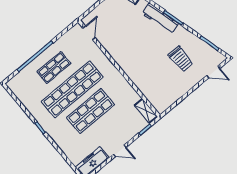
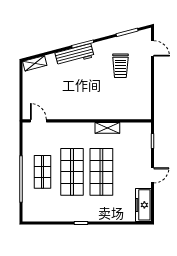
trolley: (181, 59) -> (120, 66), turned 90
door: (213, 72) -> (152, 48), hinge flipped
shop shelf: (72, 89) -> (72, 172), width x0.71
shelving: (146, 111) -> (107, 128), moved

